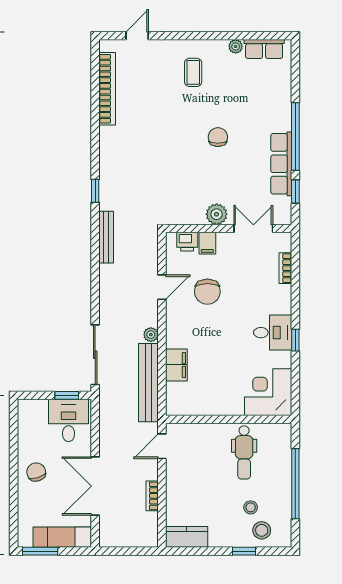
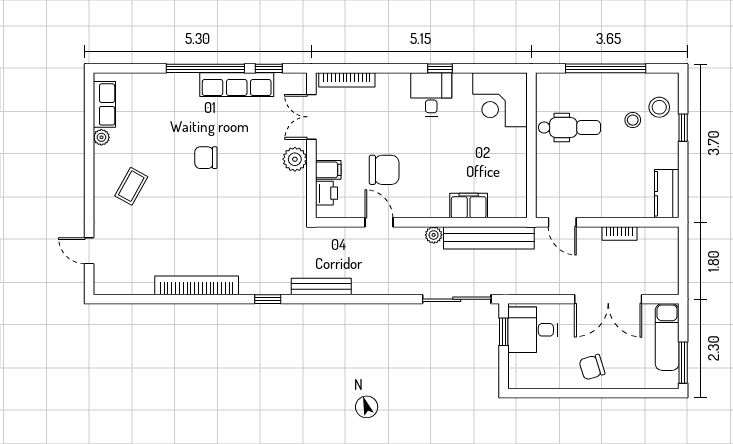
coffee table: (193, 72) -> (131, 186), turned -61
bookcase: (107, 89) -> (197, 285), moved
bookcase: (285, 268) -> (347, 80), width x1.56

